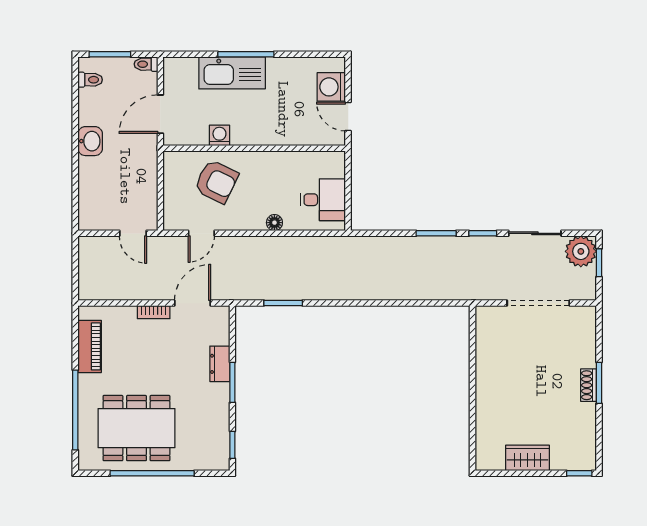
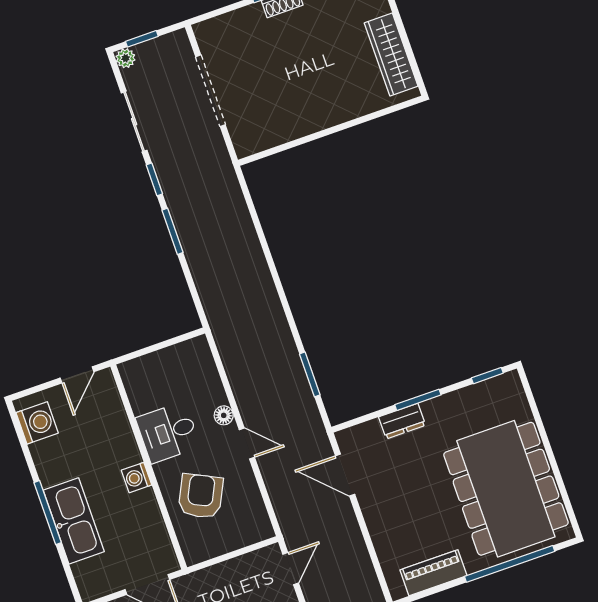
washing machine: (331, 87) -> (37, 423), moved, turned -90
washing machine: (219, 135) -> (137, 478), moved
desk: (323, 200) -> (168, 432), moved, turned -90
door: (201, 233) -> (247, 444), moved
plant: (581, 251) -> (126, 58), width x0.53, depth x0.53
bookcase: (154, 312) -> (370, 515), removed
dining table: (136, 428) -> (506, 489), width x1.36, depth x1.24
wardrobe: (527, 458) -> (391, 54), width x1.50
window: (152, 473) -> (550, 454), removed

